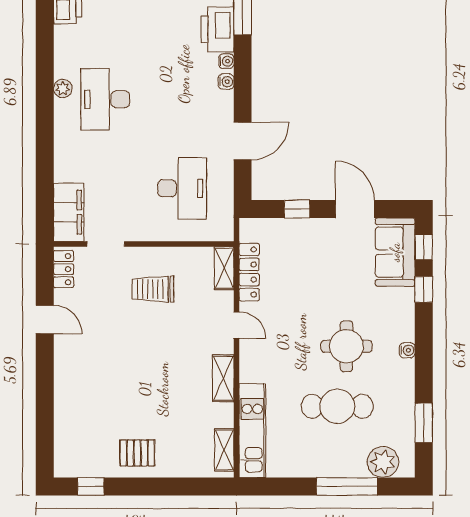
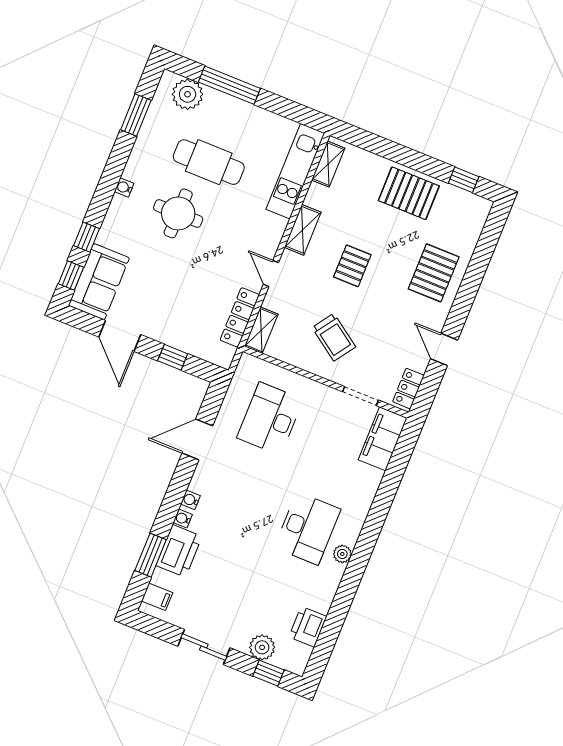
trolley: (153, 289) -> (334, 337), turned 35
pallet: (163, 363) -> (352, 266), added
pallet: (84, 388) -> (434, 273), added
pallet: (137, 453) -> (409, 193), width x1.50, depth x1.42

